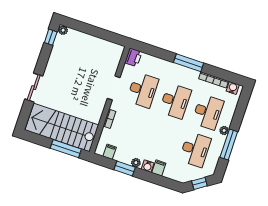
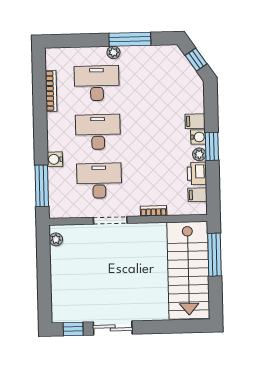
plant: (63, 30) -> (56, 239), moved
printer: (133, 57) -> (197, 173), moved, turned -90
window: (189, 63) -> (42, 186), moved
sliding door: (34, 88) -> (113, 328), moved
water cooler: (233, 88) -> (55, 159), moved
desk: (195, 149) -> (153, 82), removed
window: (125, 168) -> (212, 146), moved

